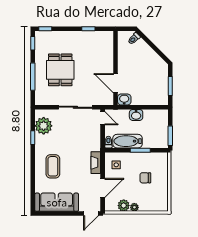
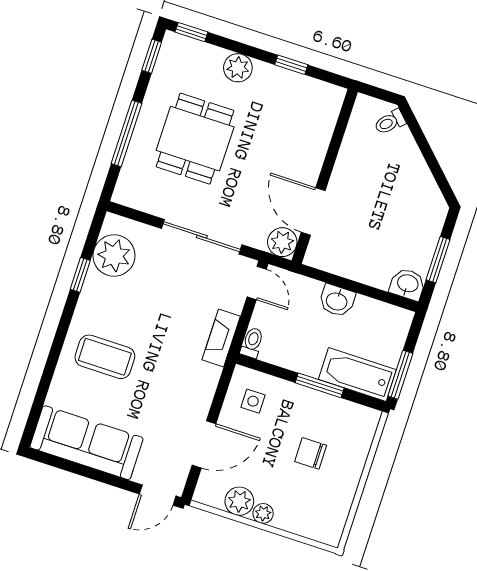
plant: (68, 37) -> (238, 68), added
plant: (107, 99) -> (282, 242), added
washbasin: (124, 99) -> (408, 284), moved
bathtub: (128, 141) -> (357, 375), moved
fireplace: (96, 163) -> (221, 338), moved
coffee table: (53, 166) -> (105, 357), turned 90

